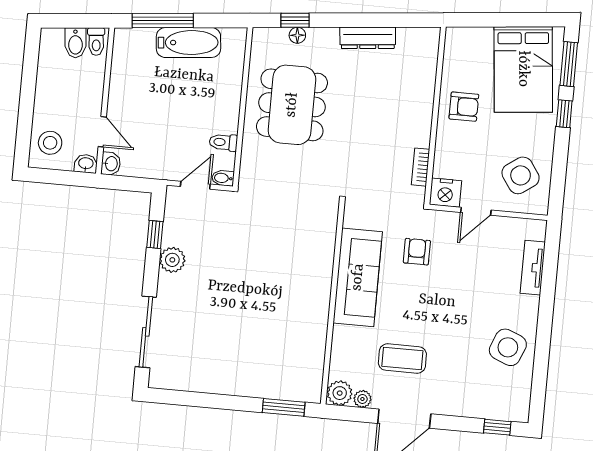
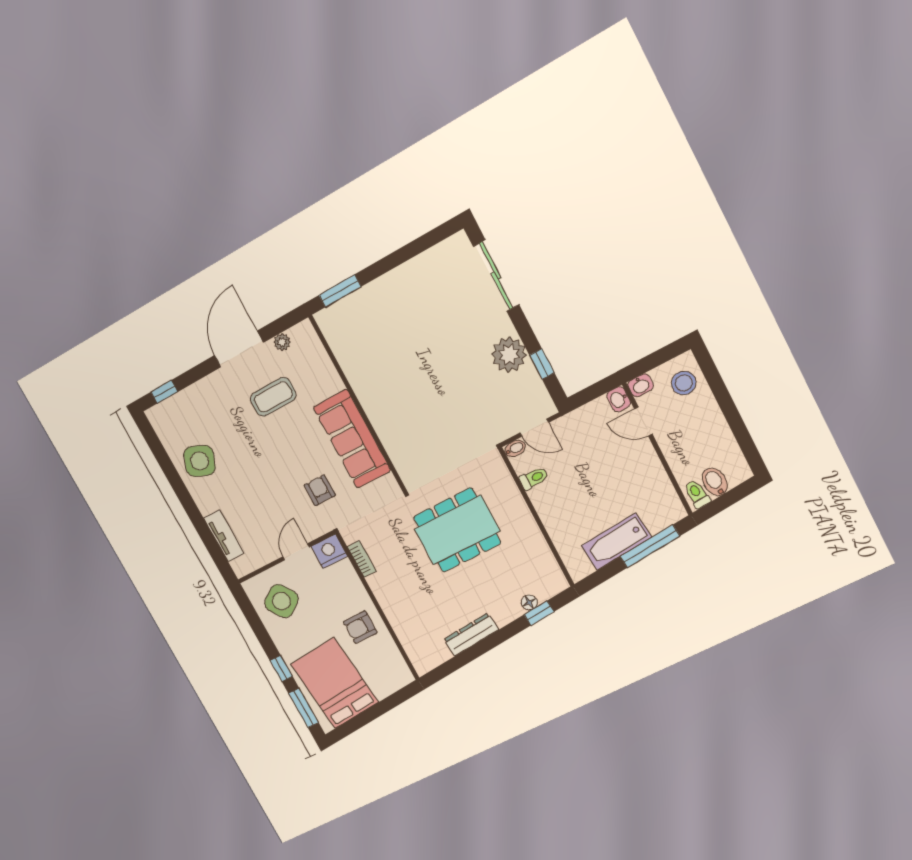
dining table: (292, 105) -> (457, 530), moved, turned 90
door: (195, 185) -> (534, 428), hinge flipped
armchair: (417, 252) -> (320, 490), turned 180
plant: (172, 260) -> (509, 355), width x1.36, depth x1.36
plant: (340, 393) -> (303, 334), removed

